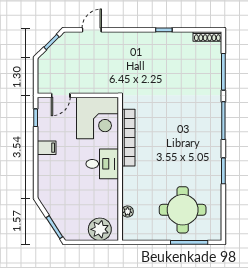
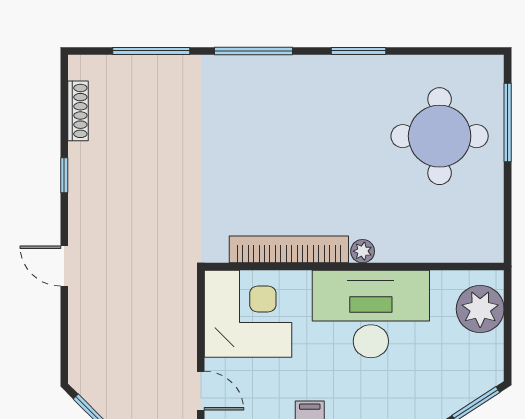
door: (92, 30) -> (64, 266), moved
shoe rack: (207, 37) -> (78, 111), moved
desk: (102, 164) -> (371, 314), width x1.87, depth x1.30
plant: (128, 212) -> (363, 251), moved

